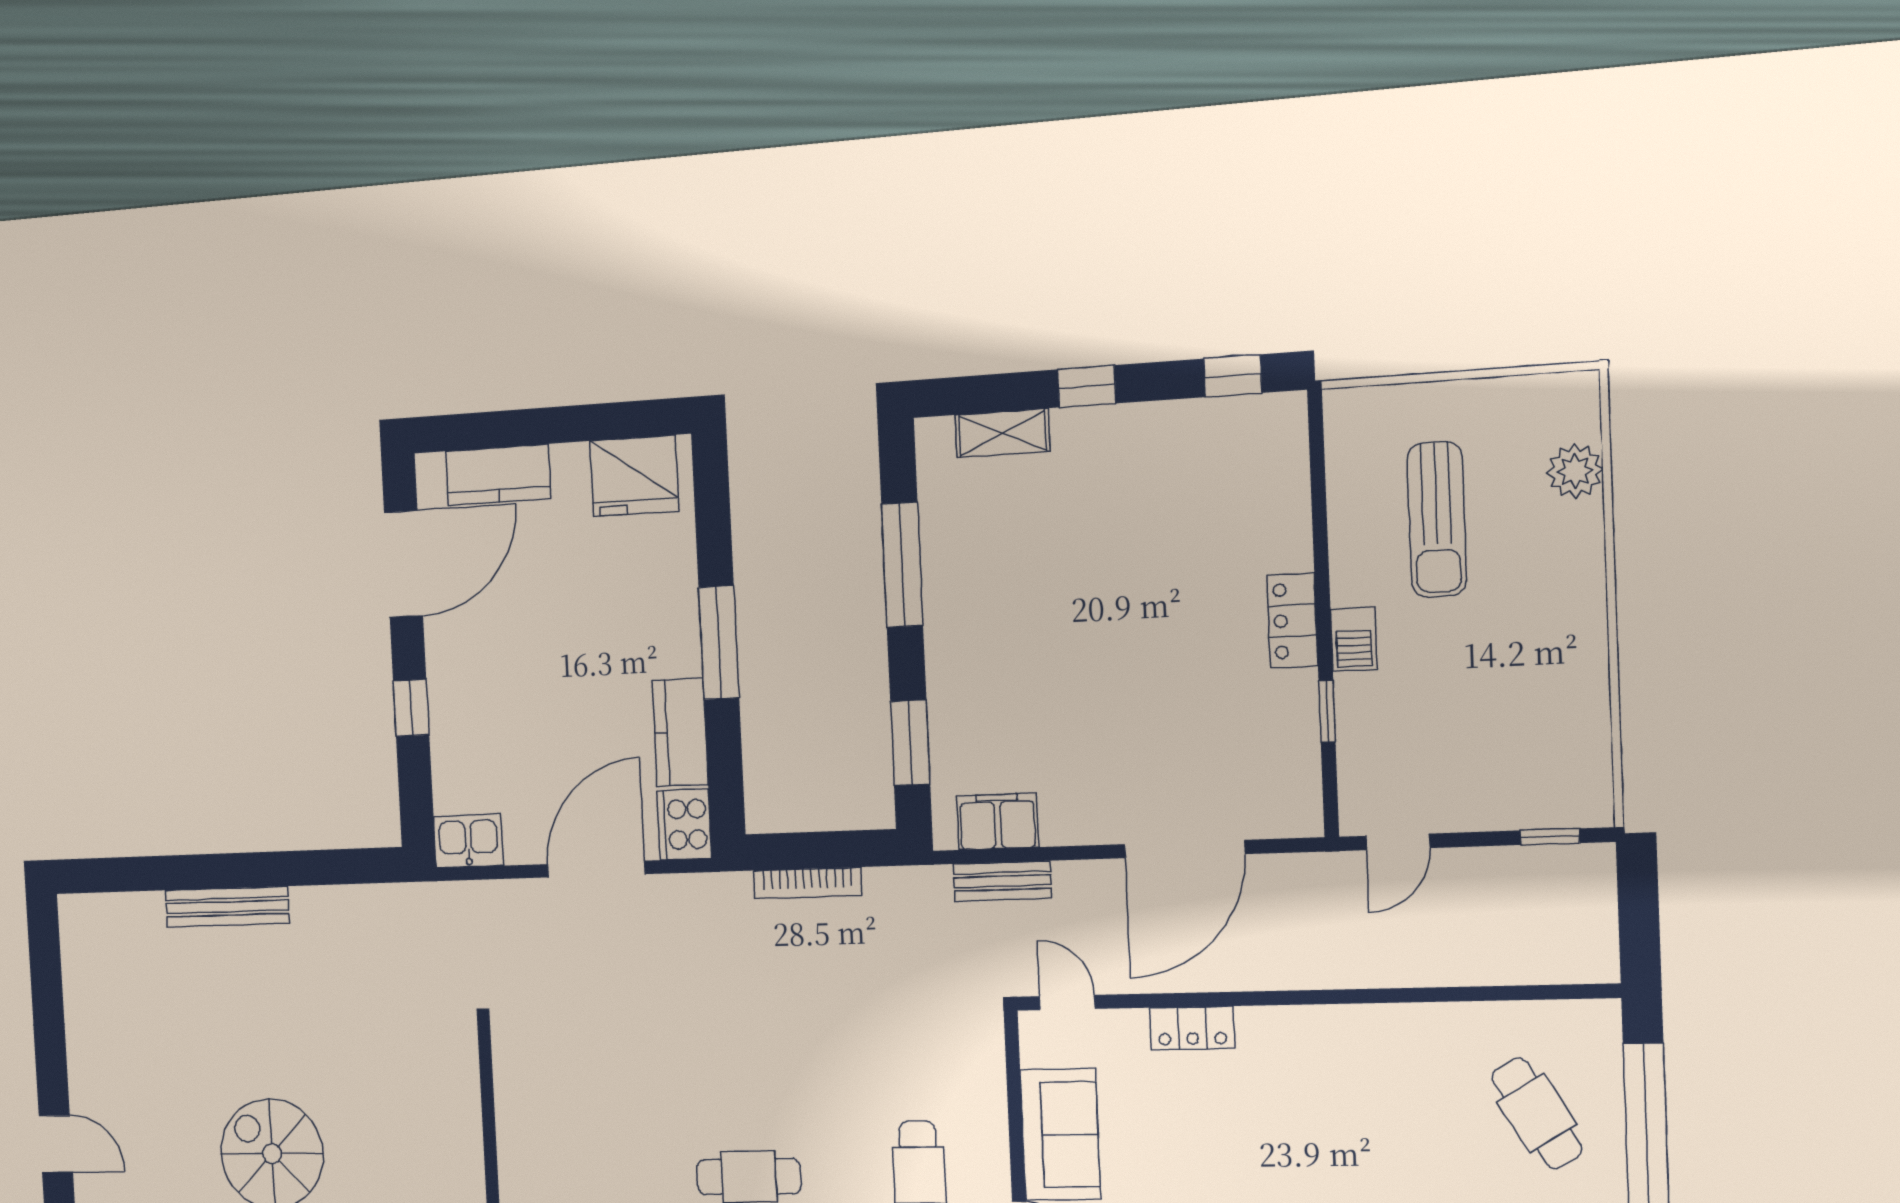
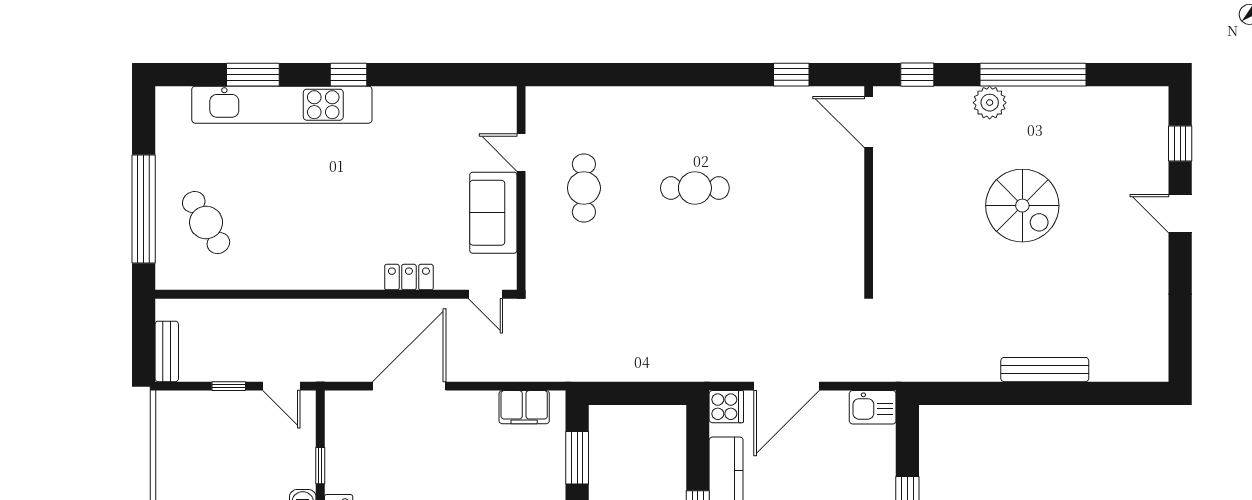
cooker: (684, 824) -> (726, 407), width x0.73
window: (1550, 837) -> (229, 386), moved
door: (1398, 842) -> (281, 386), swing flipped
bench: (1002, 881) -> (167, 351), moved, turned 90
bookcase: (807, 883) -> (647, 373), removed

